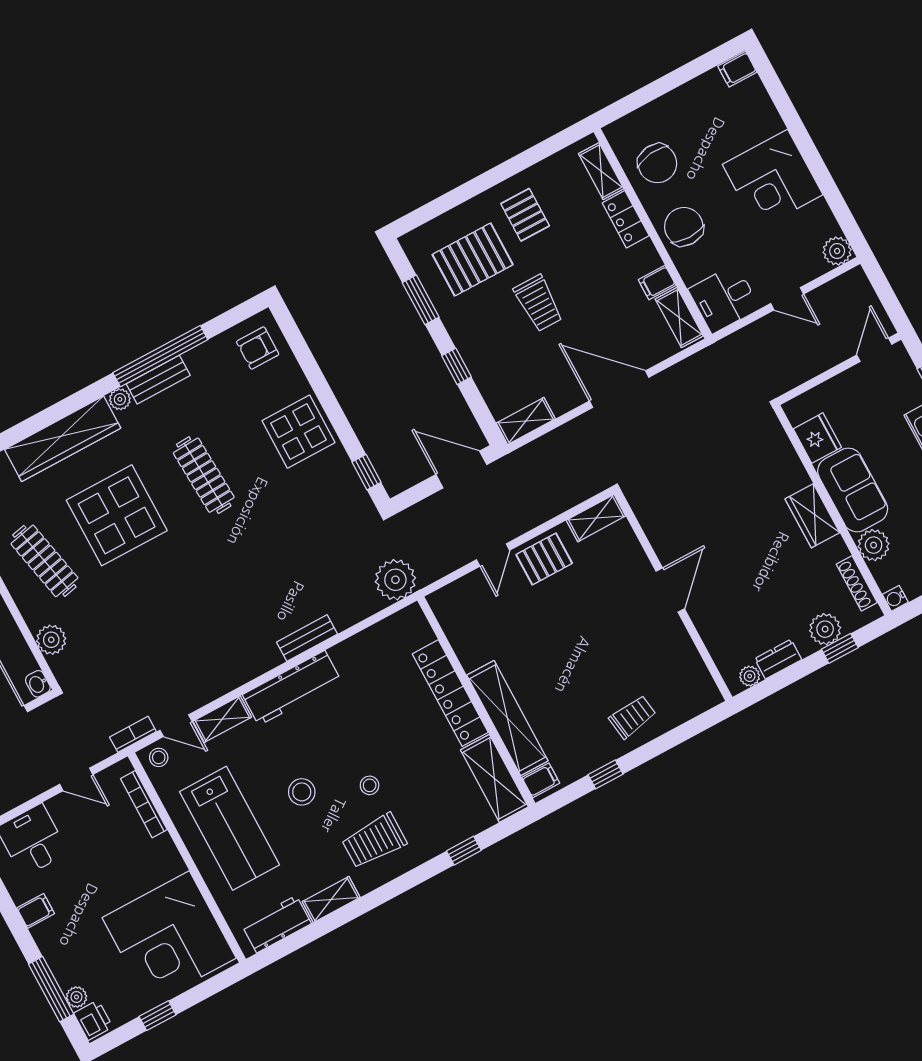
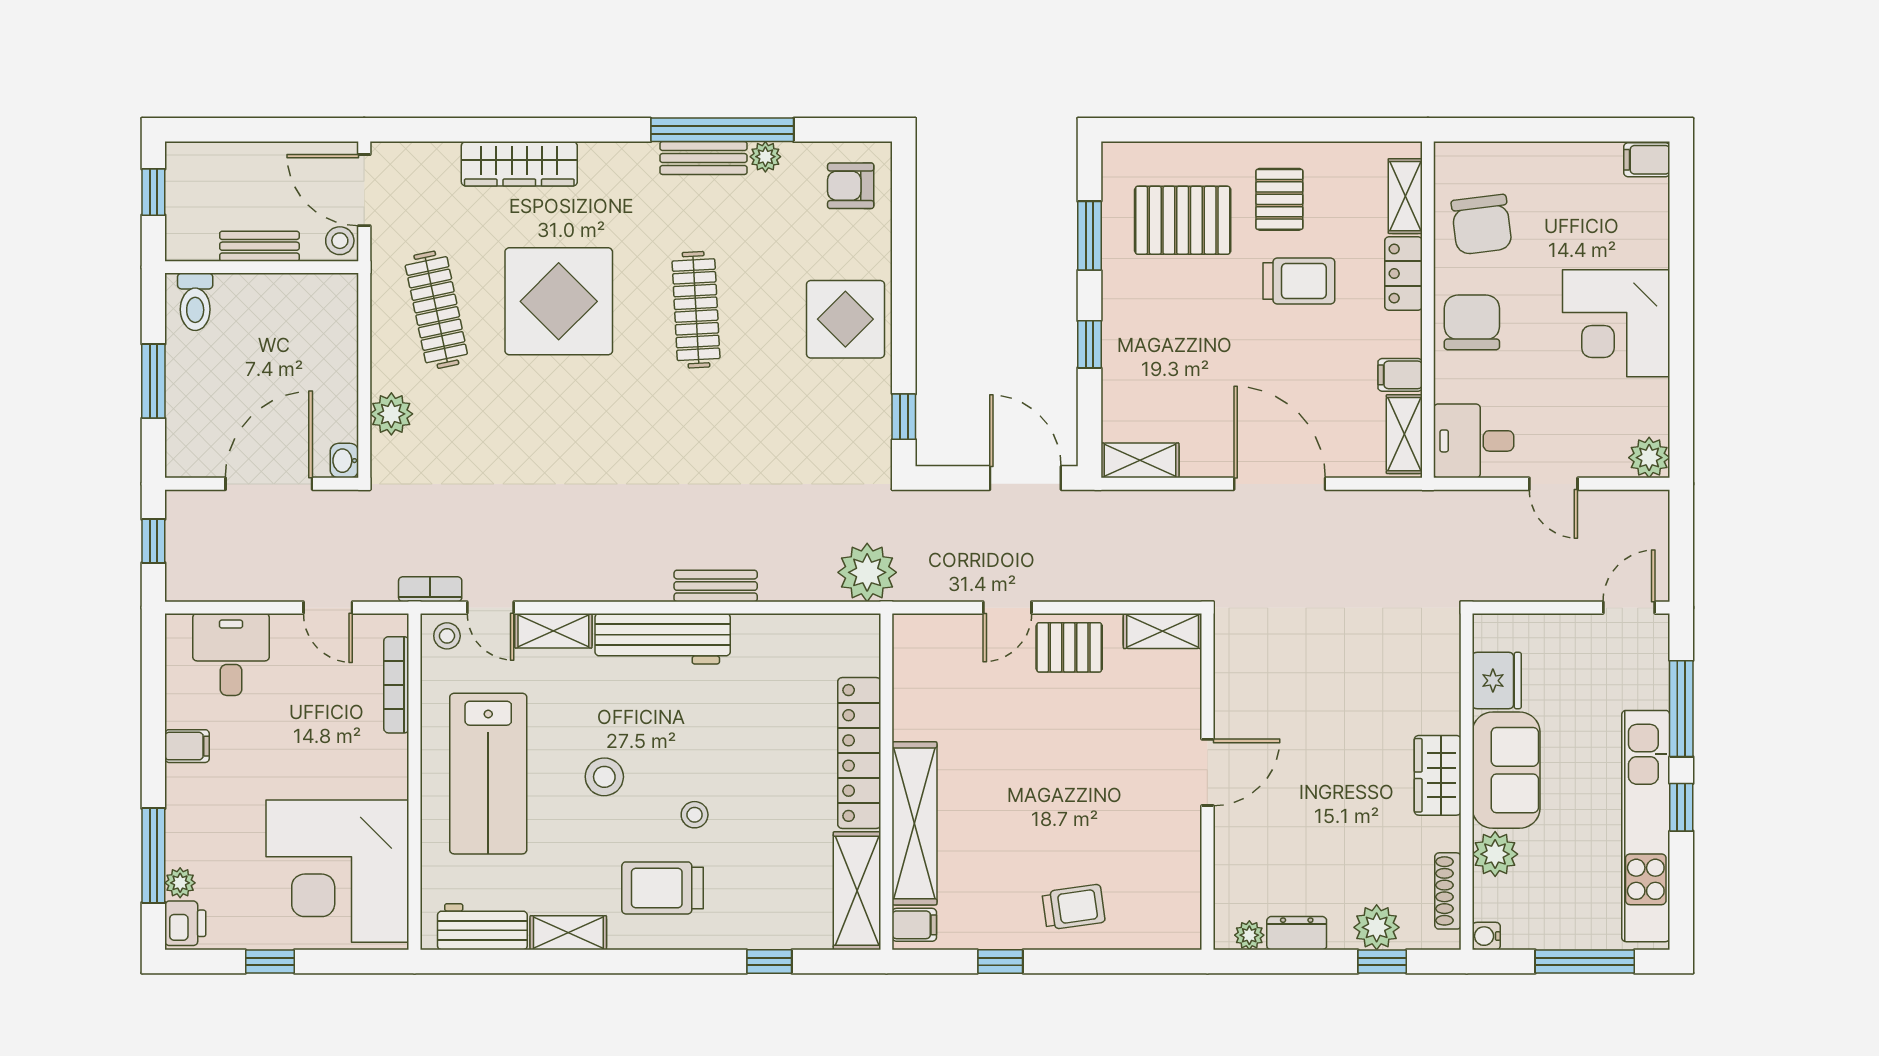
trolley: (538, 303) -> (1299, 281), moved, turned -90
plant: (120, 399) -> (765, 157), moved
wardrobe: (63, 439) -> (519, 164), width x0.71, depth x0.85

